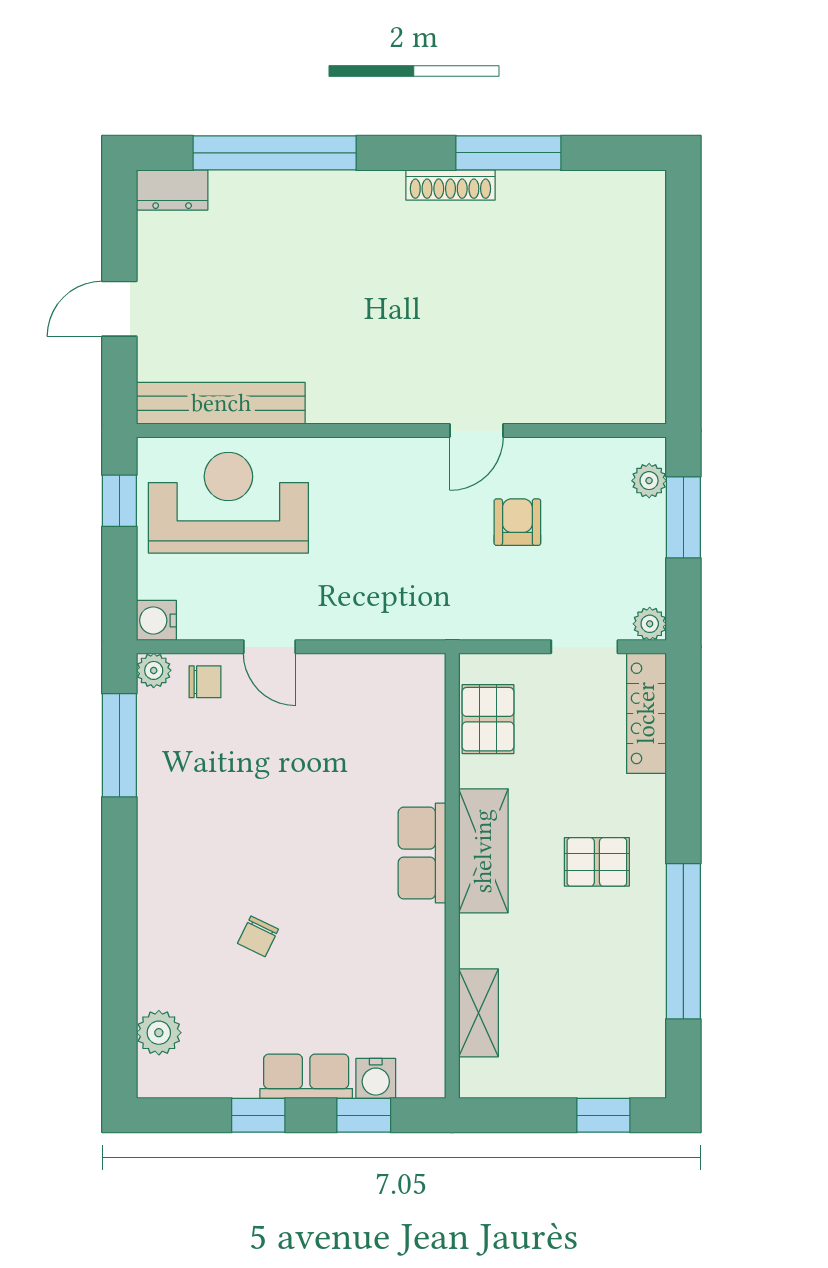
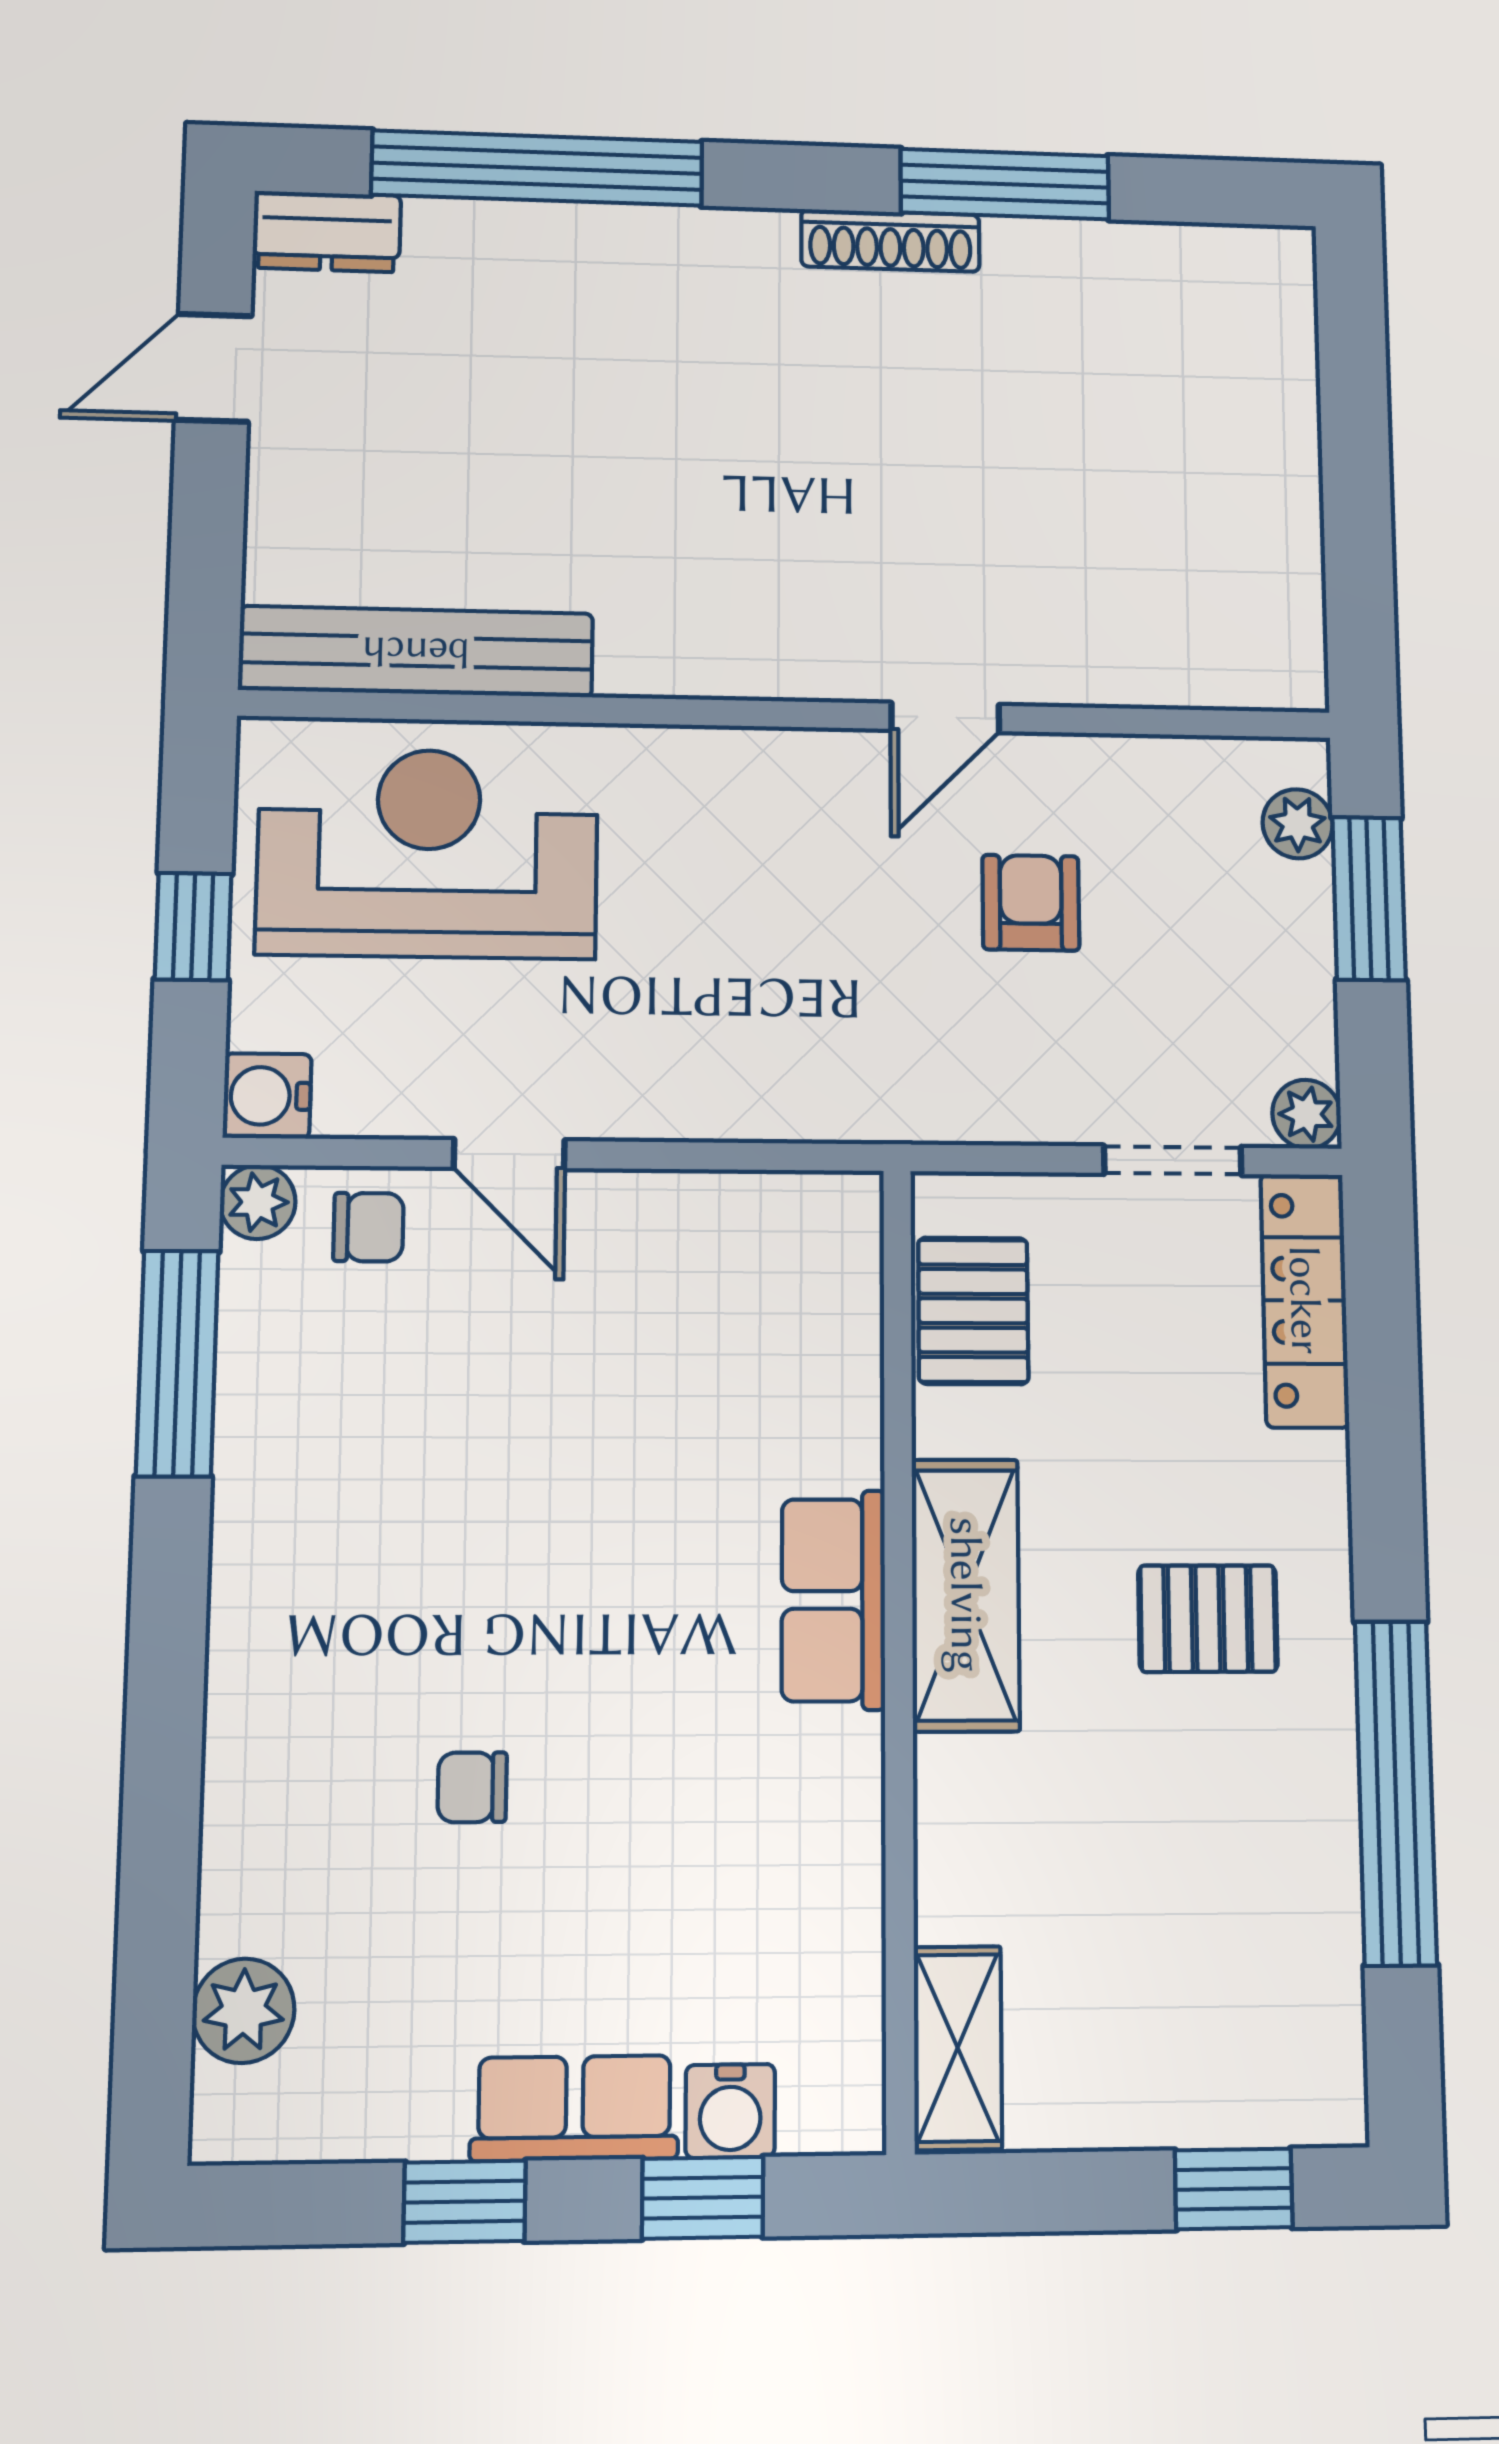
door: (119, 309) -> (213, 368), moved
window: (119, 501) -> (193, 926), moved
chair: (258, 936) -> (472, 1787), turned 64
shelving: (478, 1013) -> (958, 2048), moved

